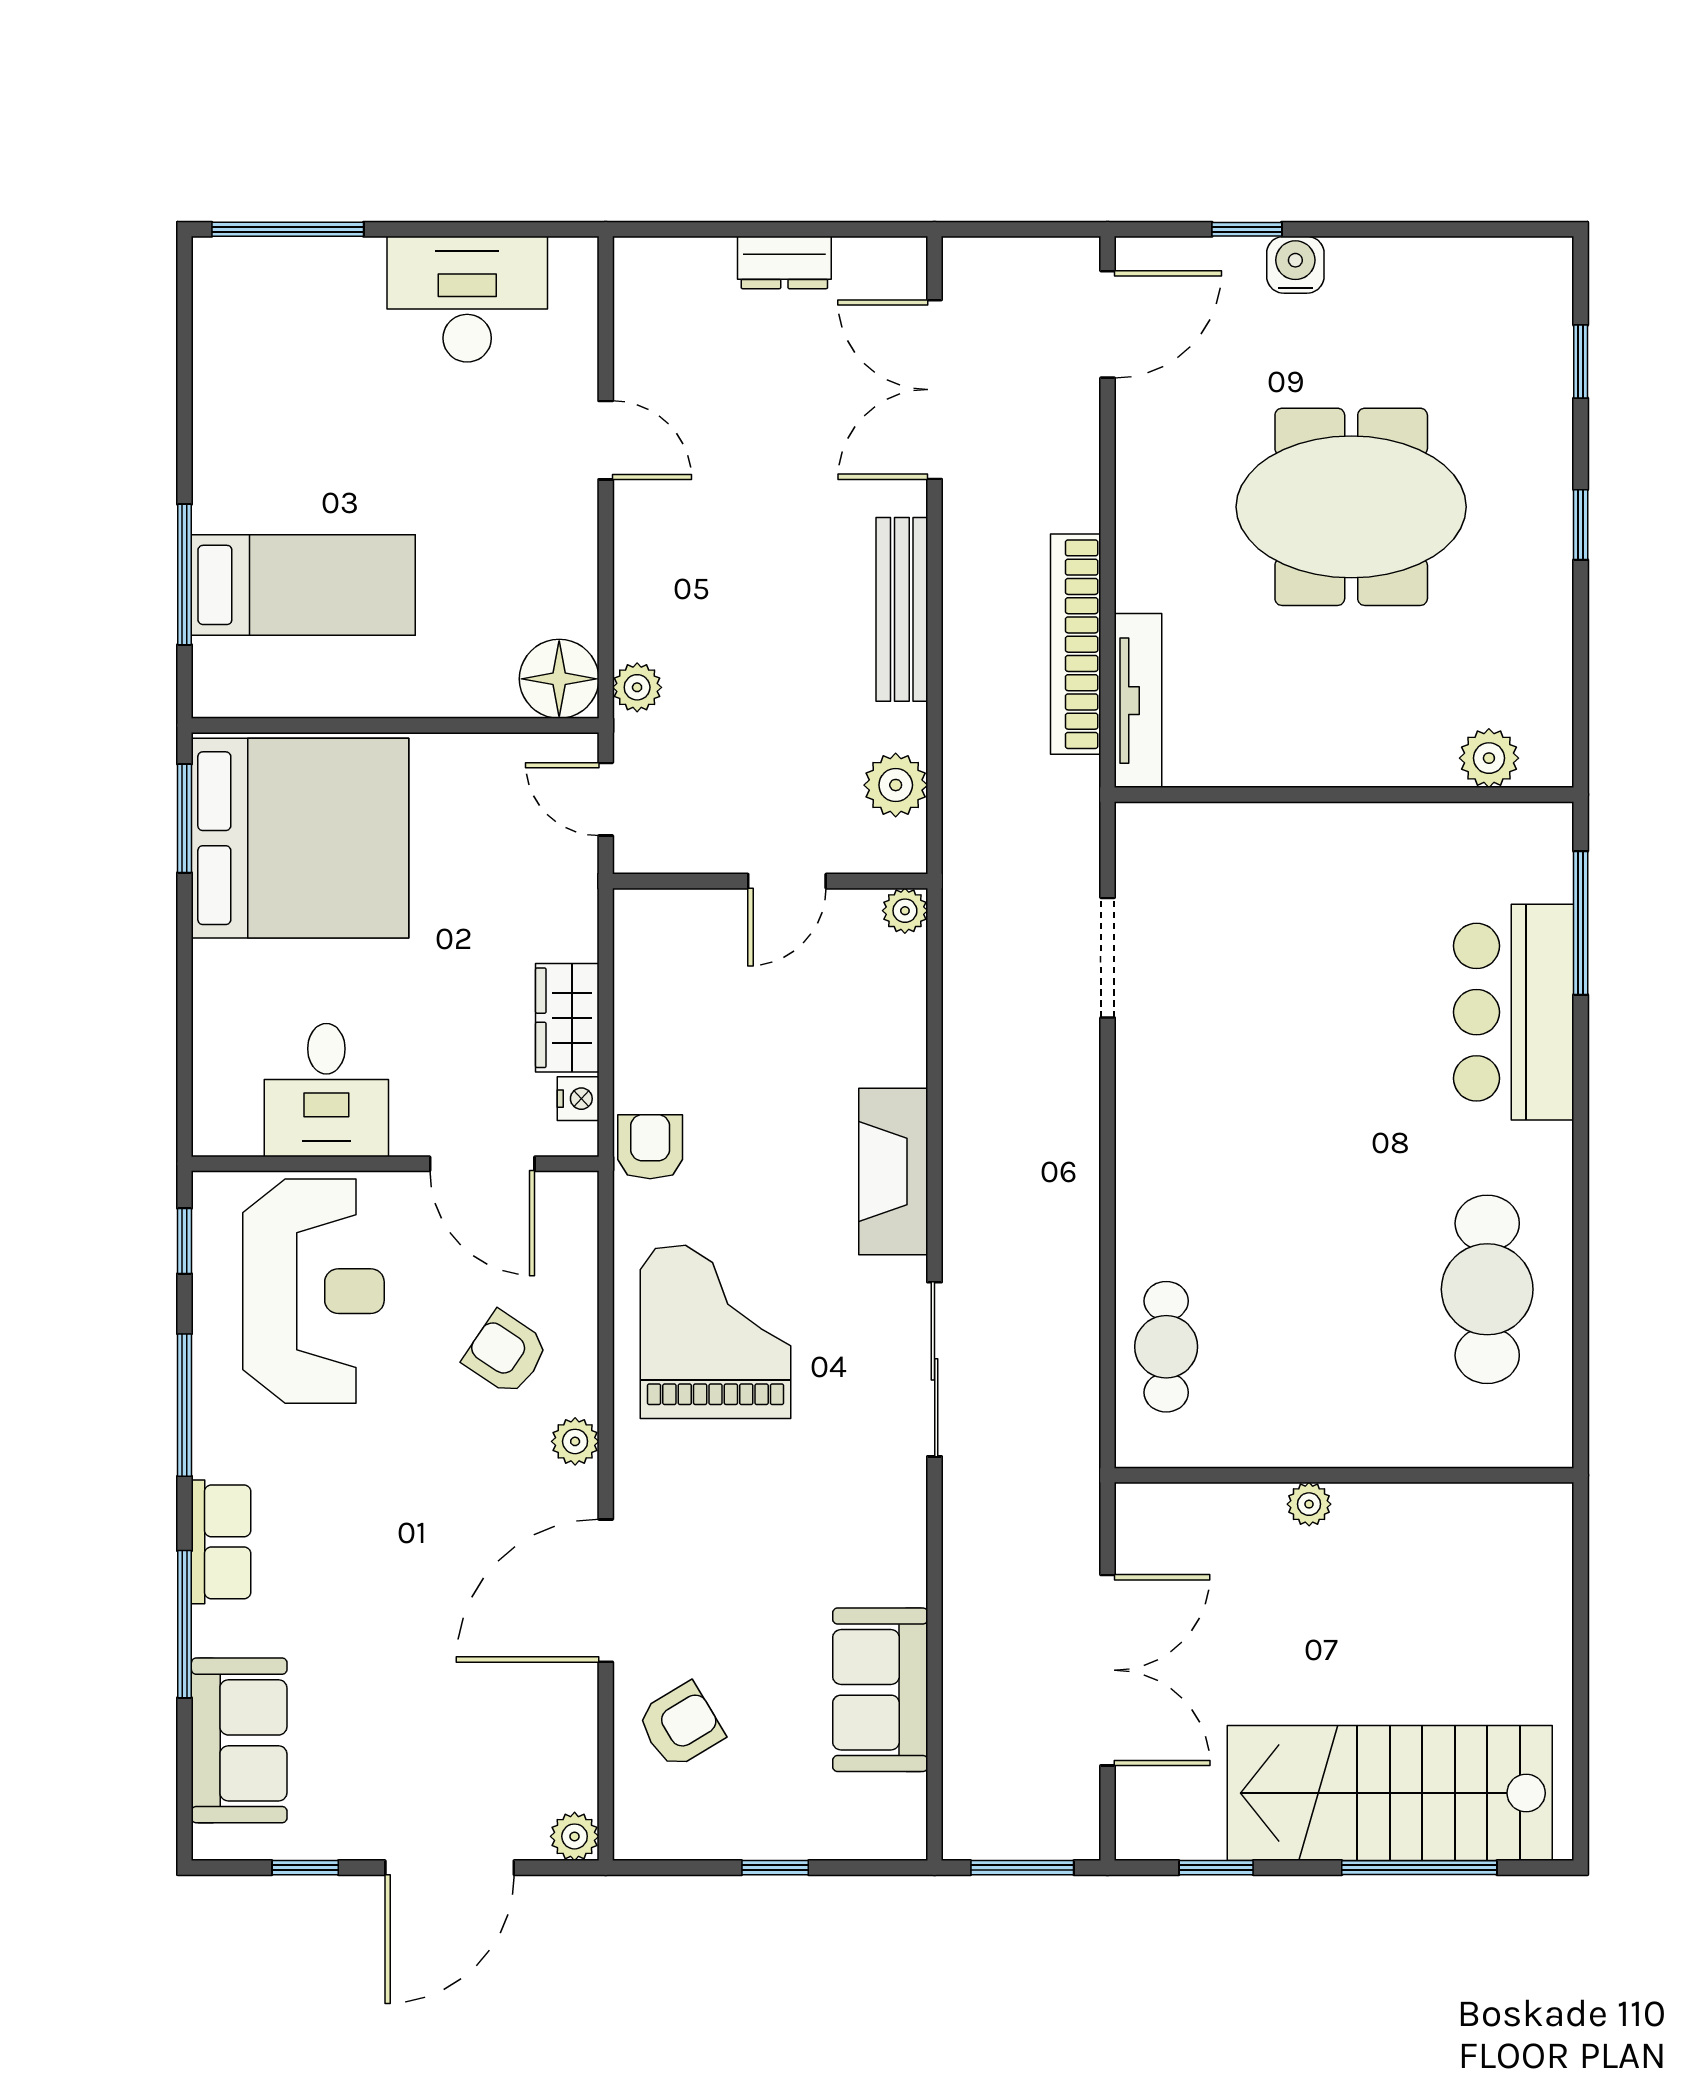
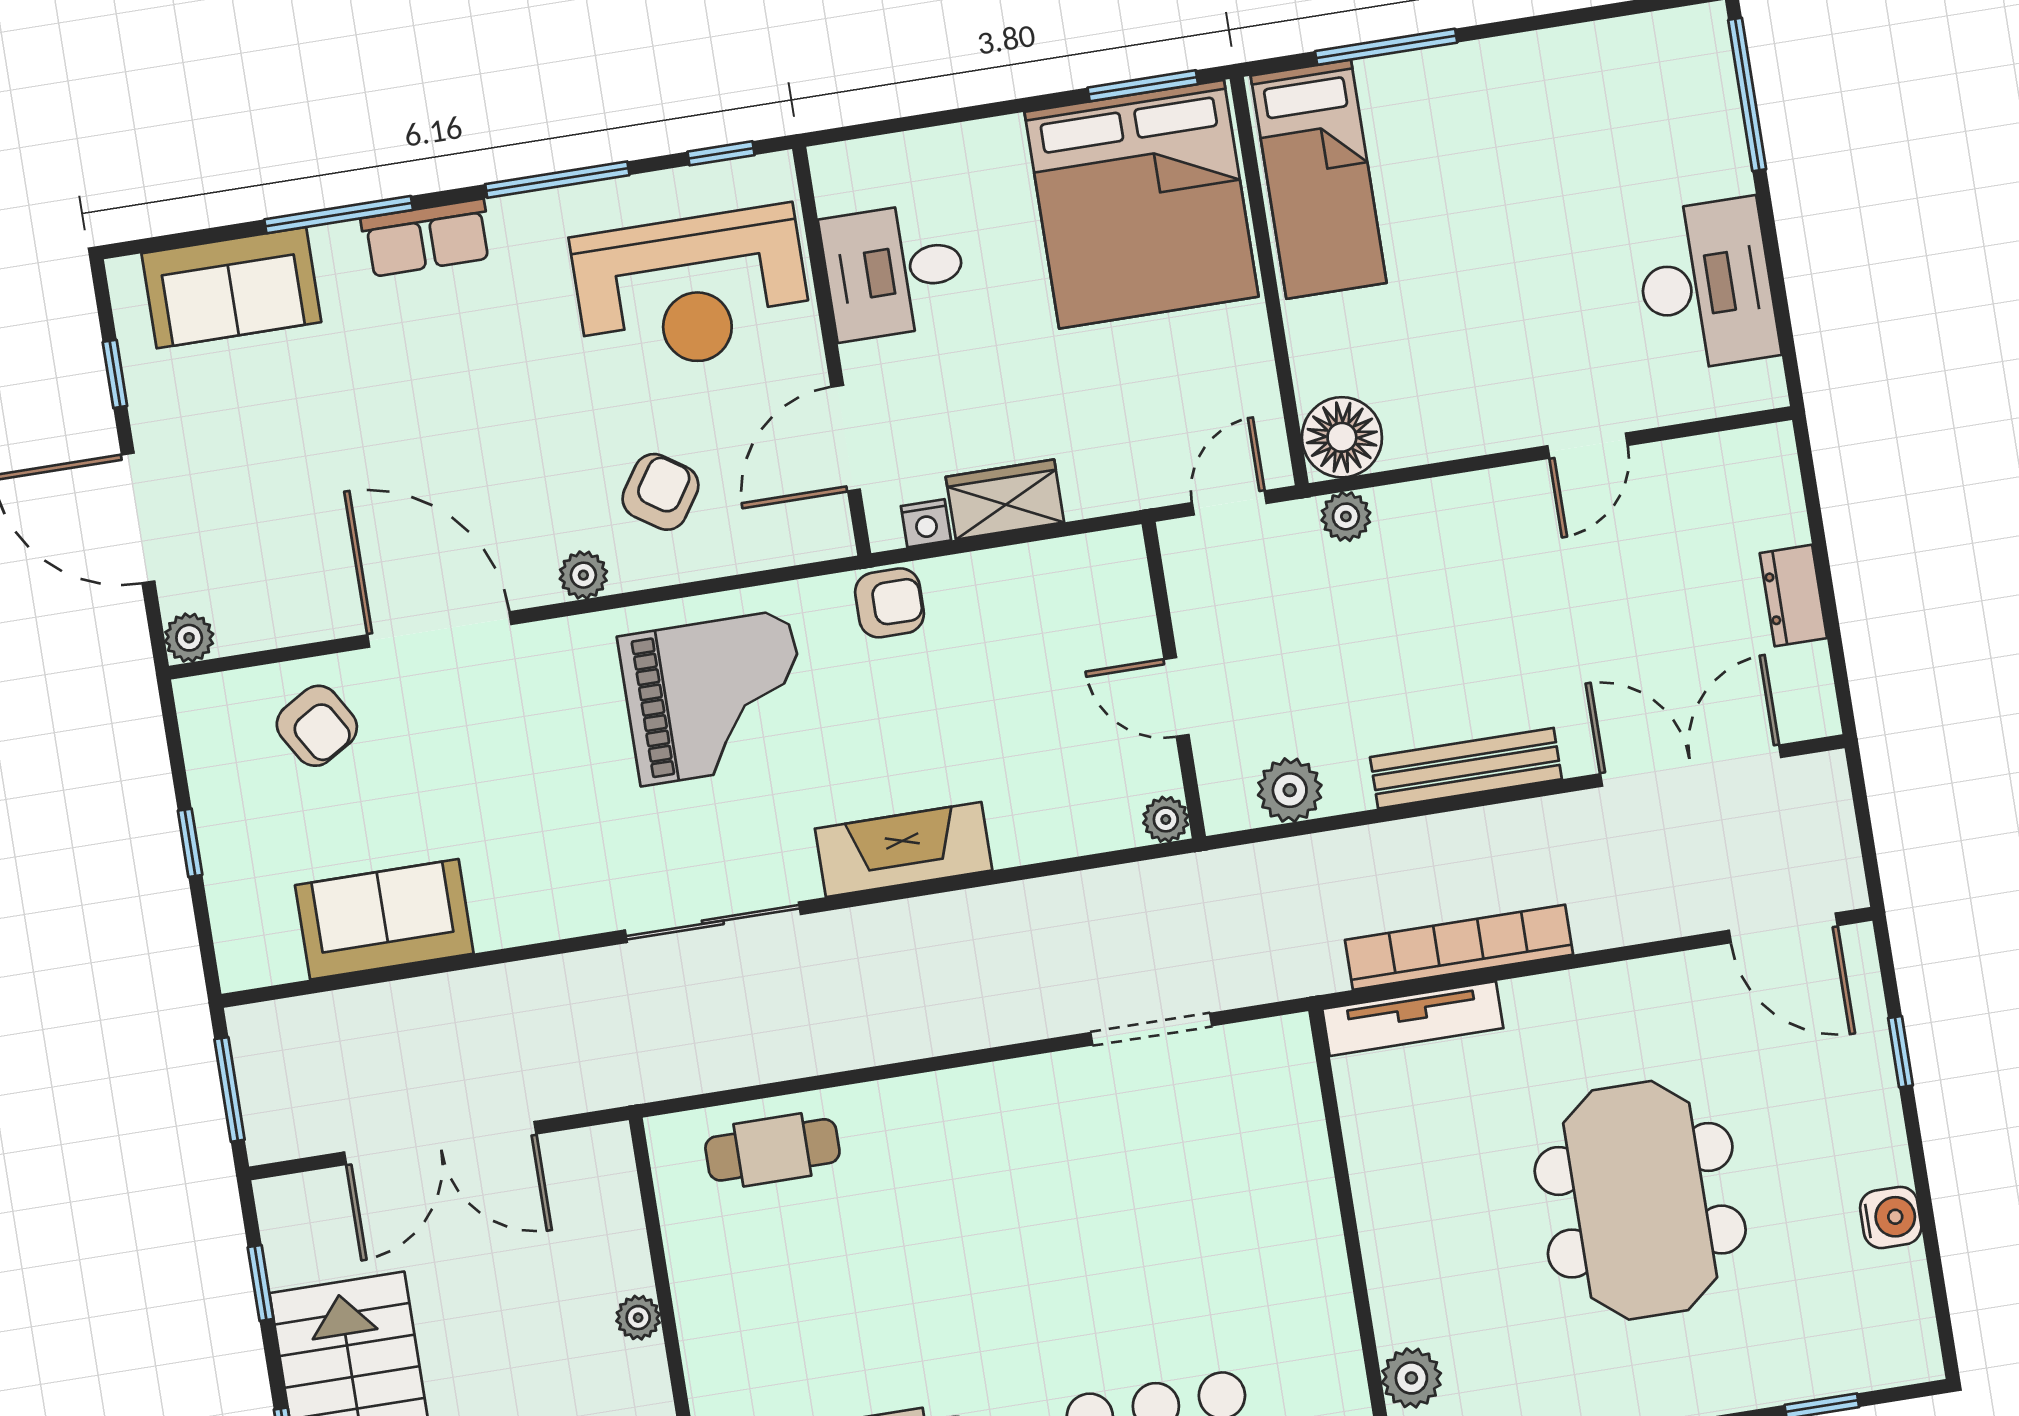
water cooler: (1295, 265) -> (1891, 1217), moved
bed: (303, 585) -> (1319, 179), moved

